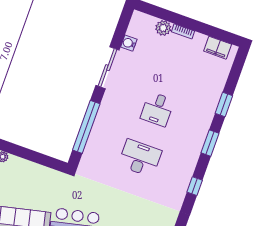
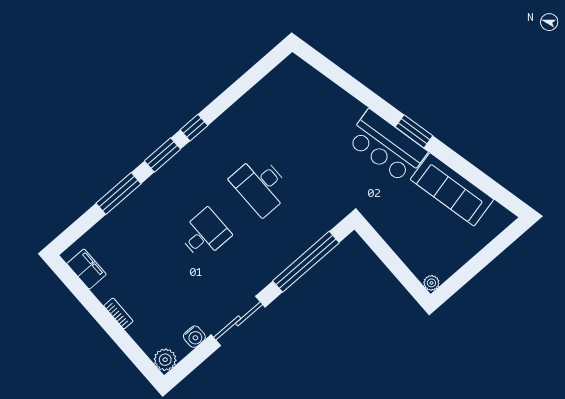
plant: (163, 28) -> (165, 360), moved
window: (224, 105) -> (118, 193), width x1.44
window: (195, 186) -> (194, 128), moved

